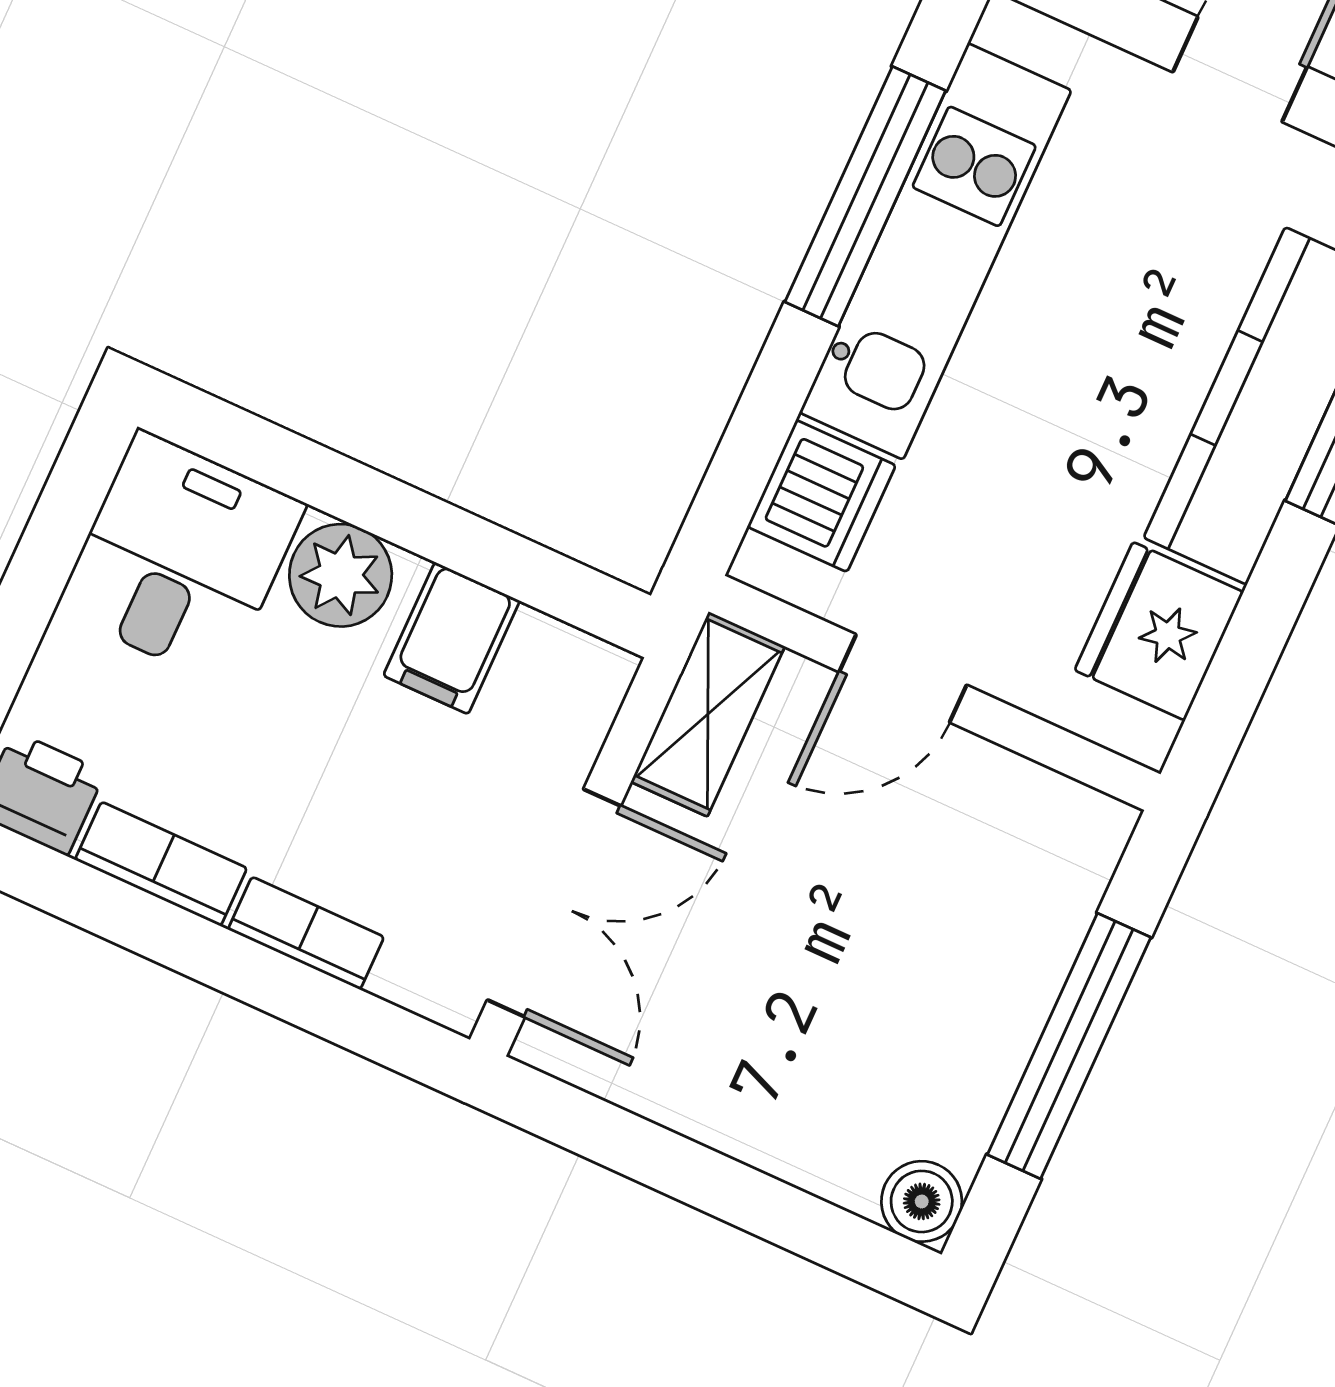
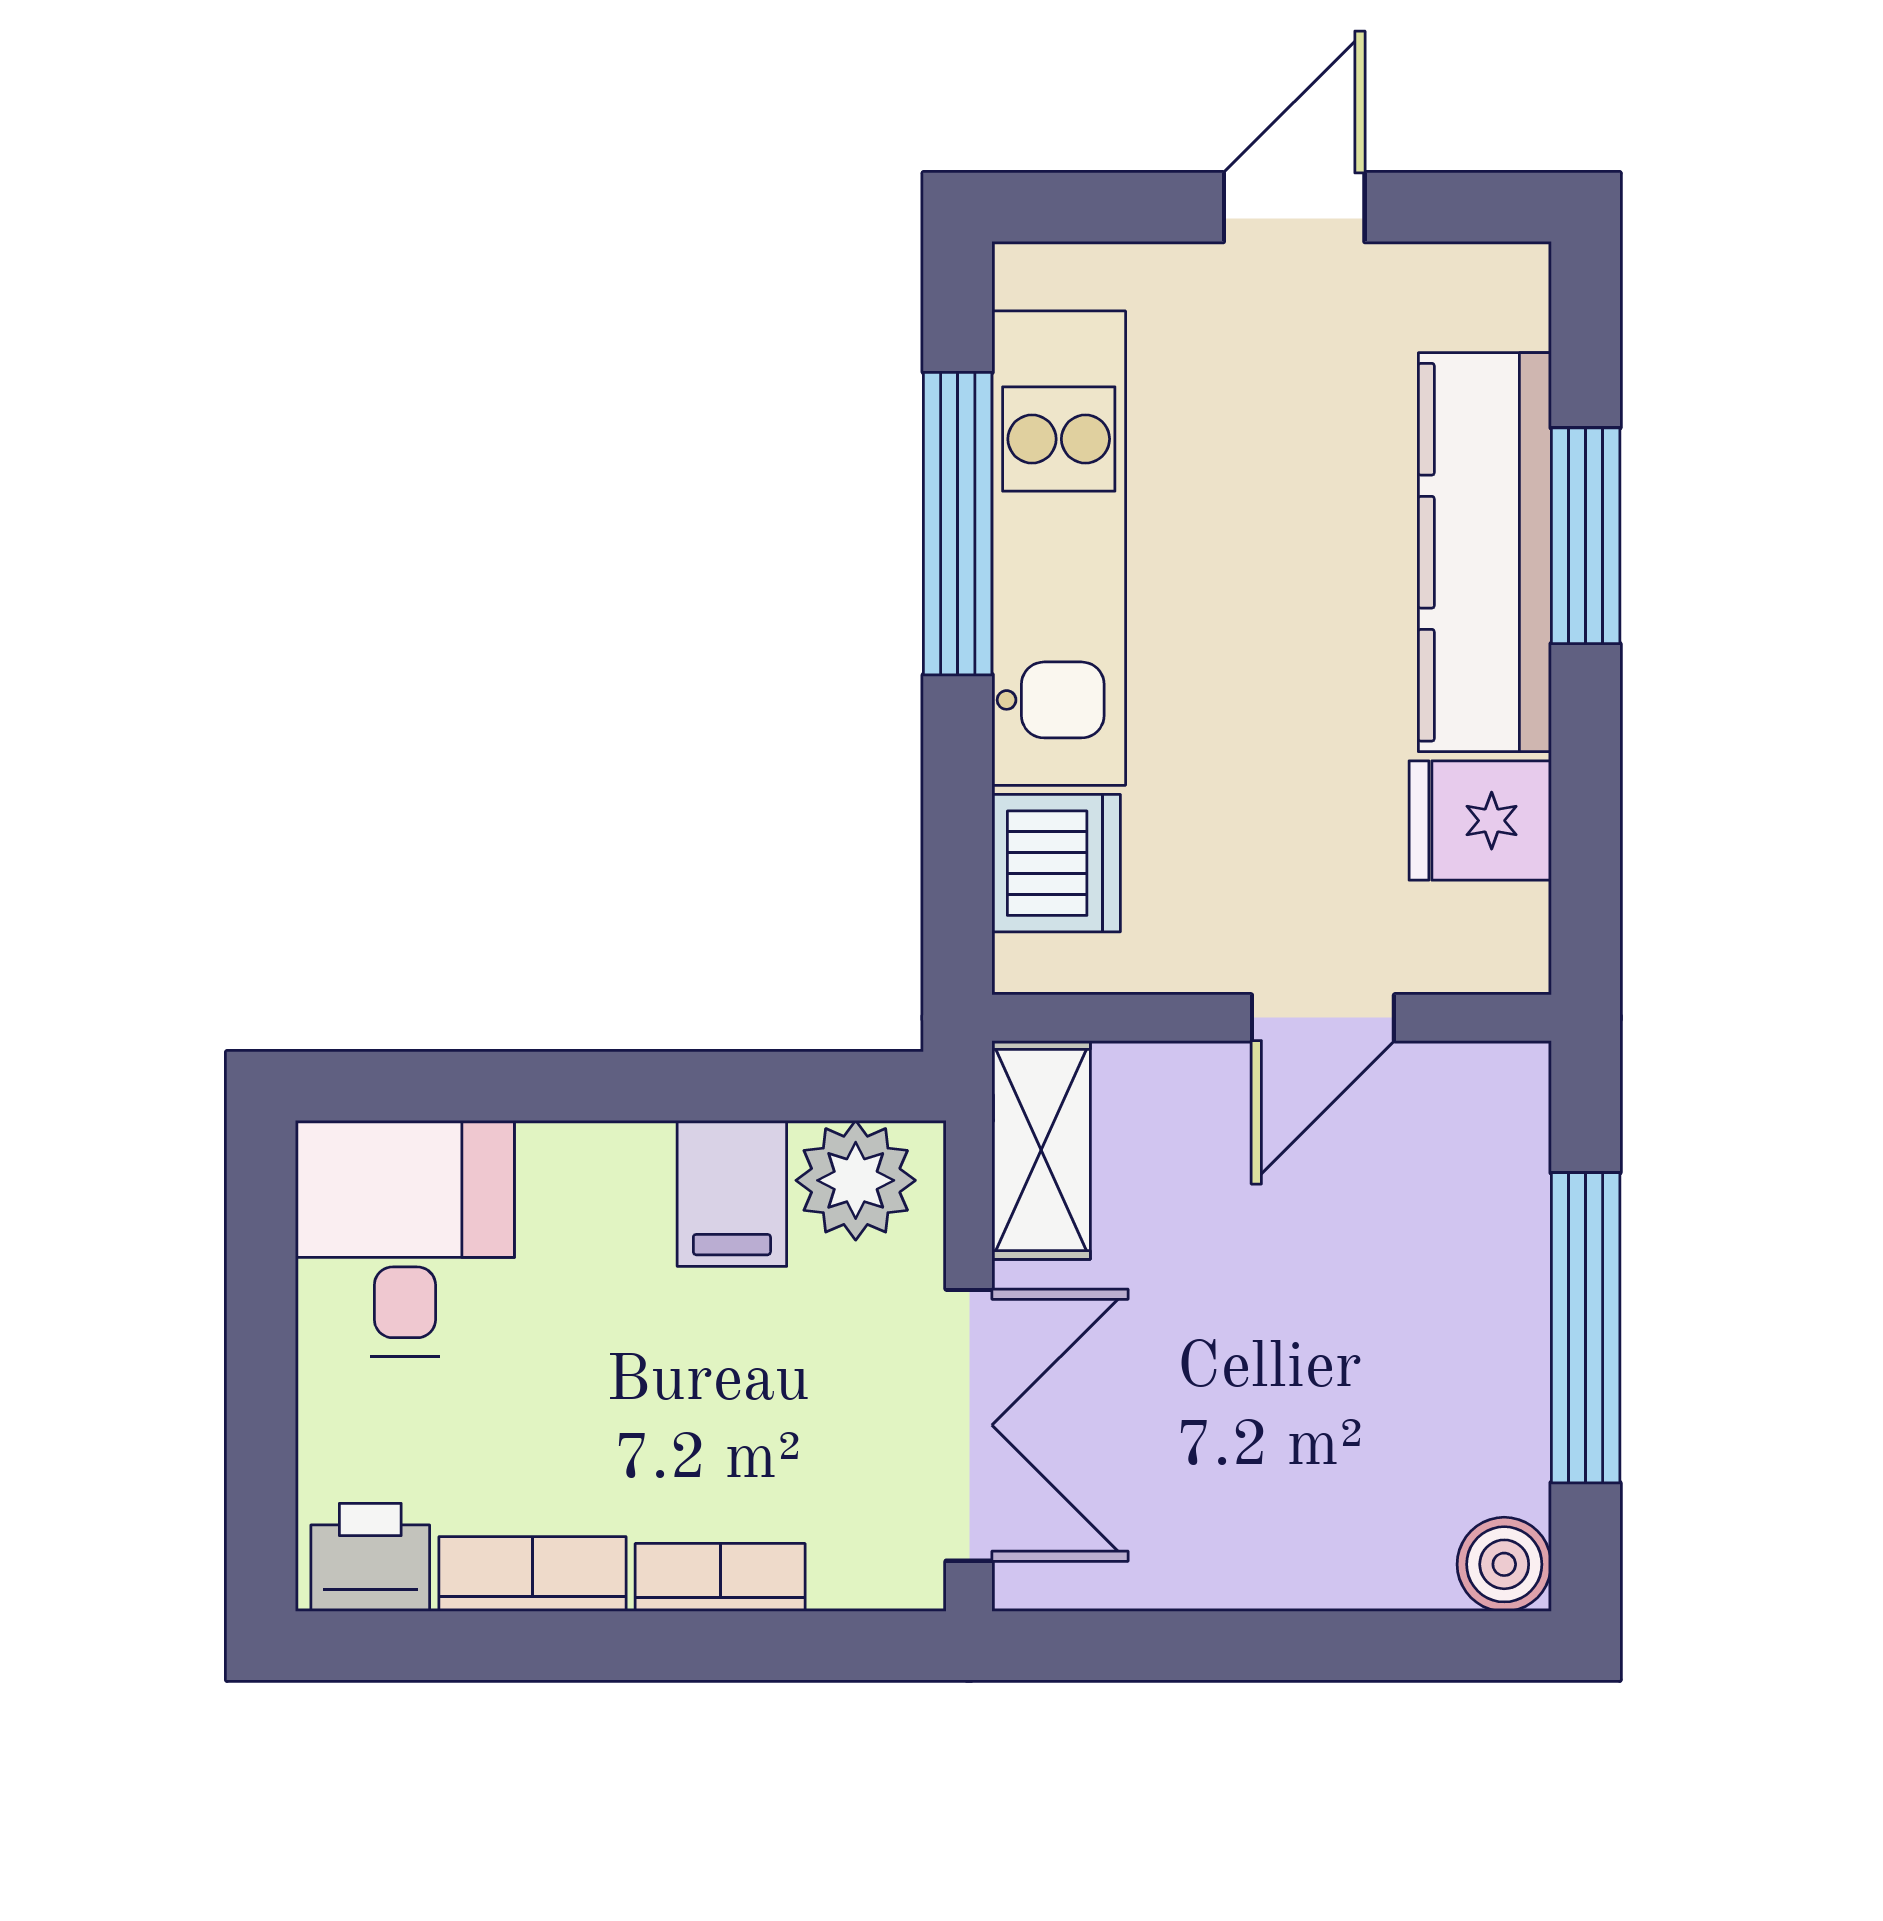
plant: (341, 575) -> (856, 1180), moved
fridge: (1159, 631) -> (1480, 821), width x0.72
door: (903, 678) -> (1323, 1018), moved

